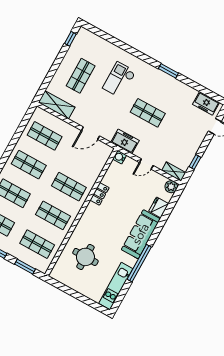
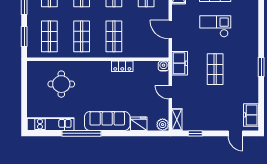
checkout: (119, 80) -> (215, 26), moved

